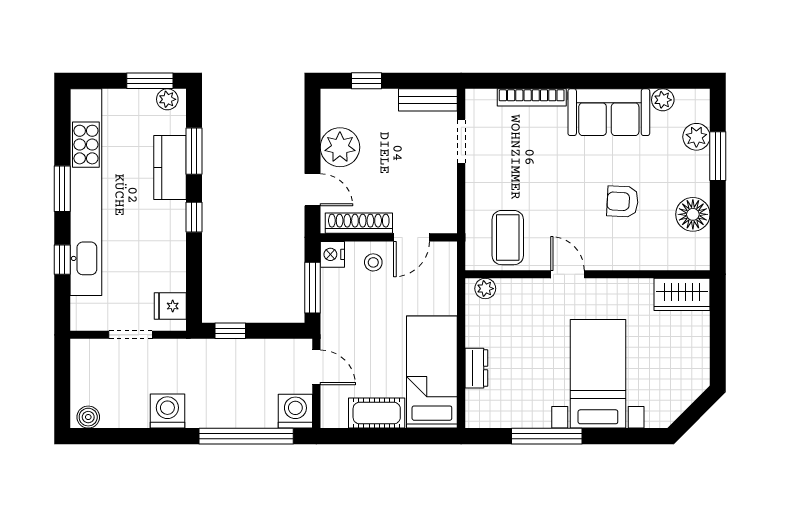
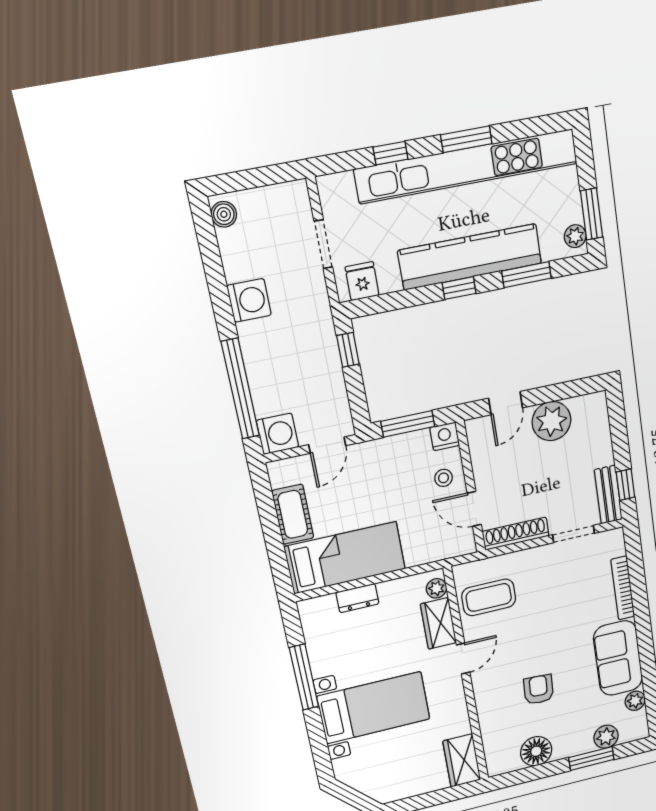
window: (367, 81) -> (625, 485), moved
kitchen counter: (170, 167) -> (470, 257), width x2.08, depth x1.17
shoe rack: (359, 223) -> (516, 534), moved, turned -90
wardrobe: (523, 293) -> (438, 623), added

